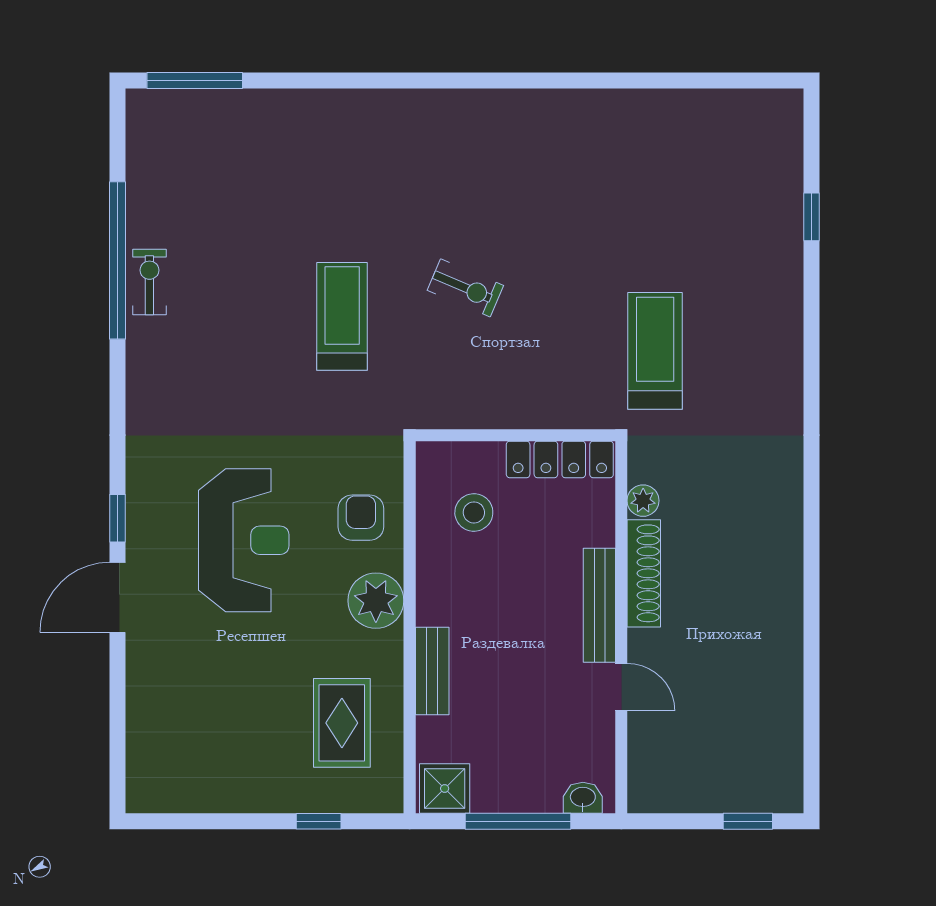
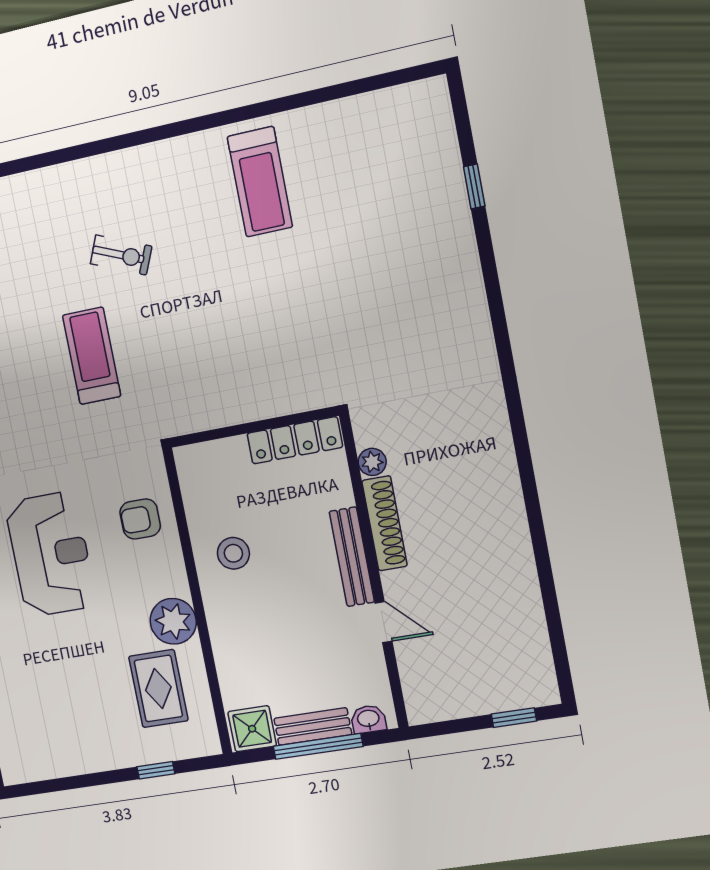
exercise bike: (465, 288) -> (121, 255), moved
treadmill: (655, 351) -> (260, 182), moved, turned 180
stool: (474, 512) -> (233, 553), moved
armchair: (361, 518) -> (140, 519), turned -90
plant: (376, 601) -> (173, 621), moved
bench: (432, 671) -> (313, 727), moved, turned 90

